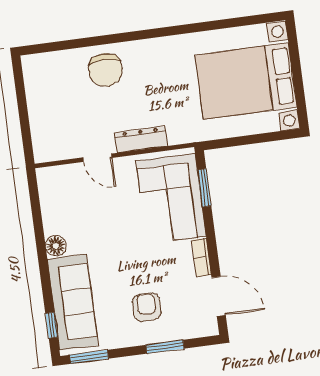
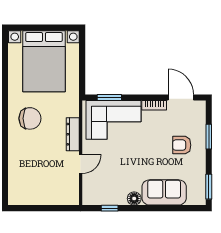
chair: (106, 70) -> (30, 118), moved
door: (219, 296) -> (181, 97), hinge flipped
sofa: (73, 302) -> (164, 192), width x0.73
window: (52, 325) -> (110, 208), moved

